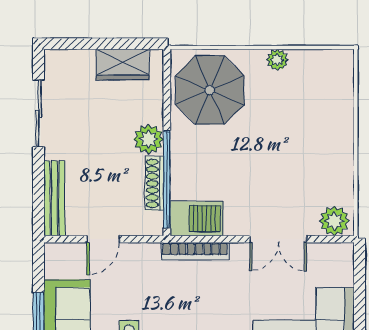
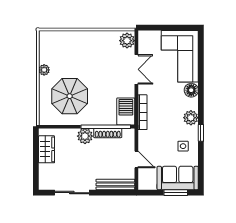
parasol: (210, 90) -> (70, 96), moved

